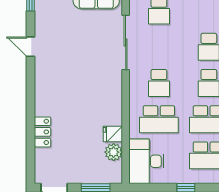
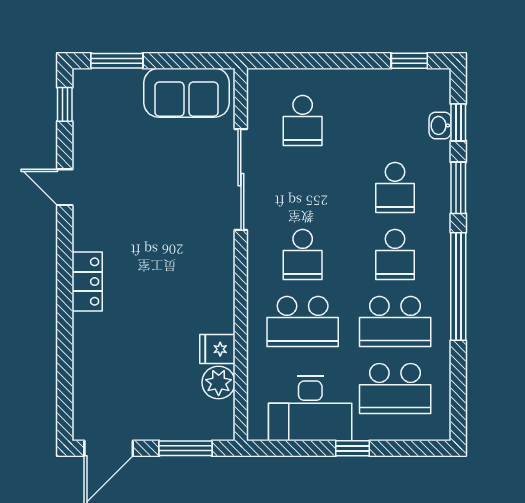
locker: (43, 132) -> (87, 282), moved
desk: (146, 161) -> (310, 408), moved, turned -90

